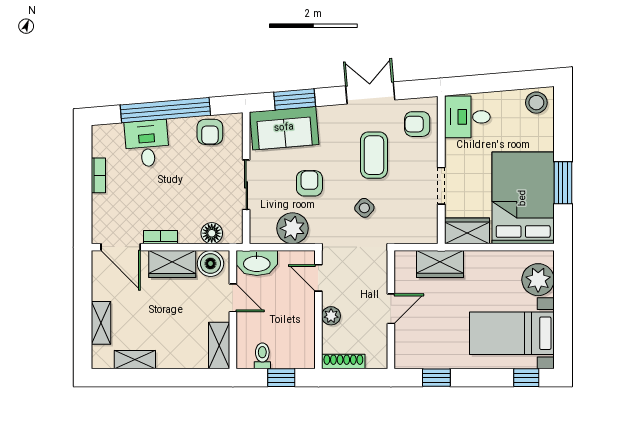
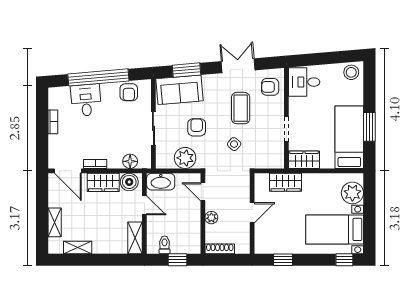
bed: (523, 198) -> (349, 137), width x0.67

